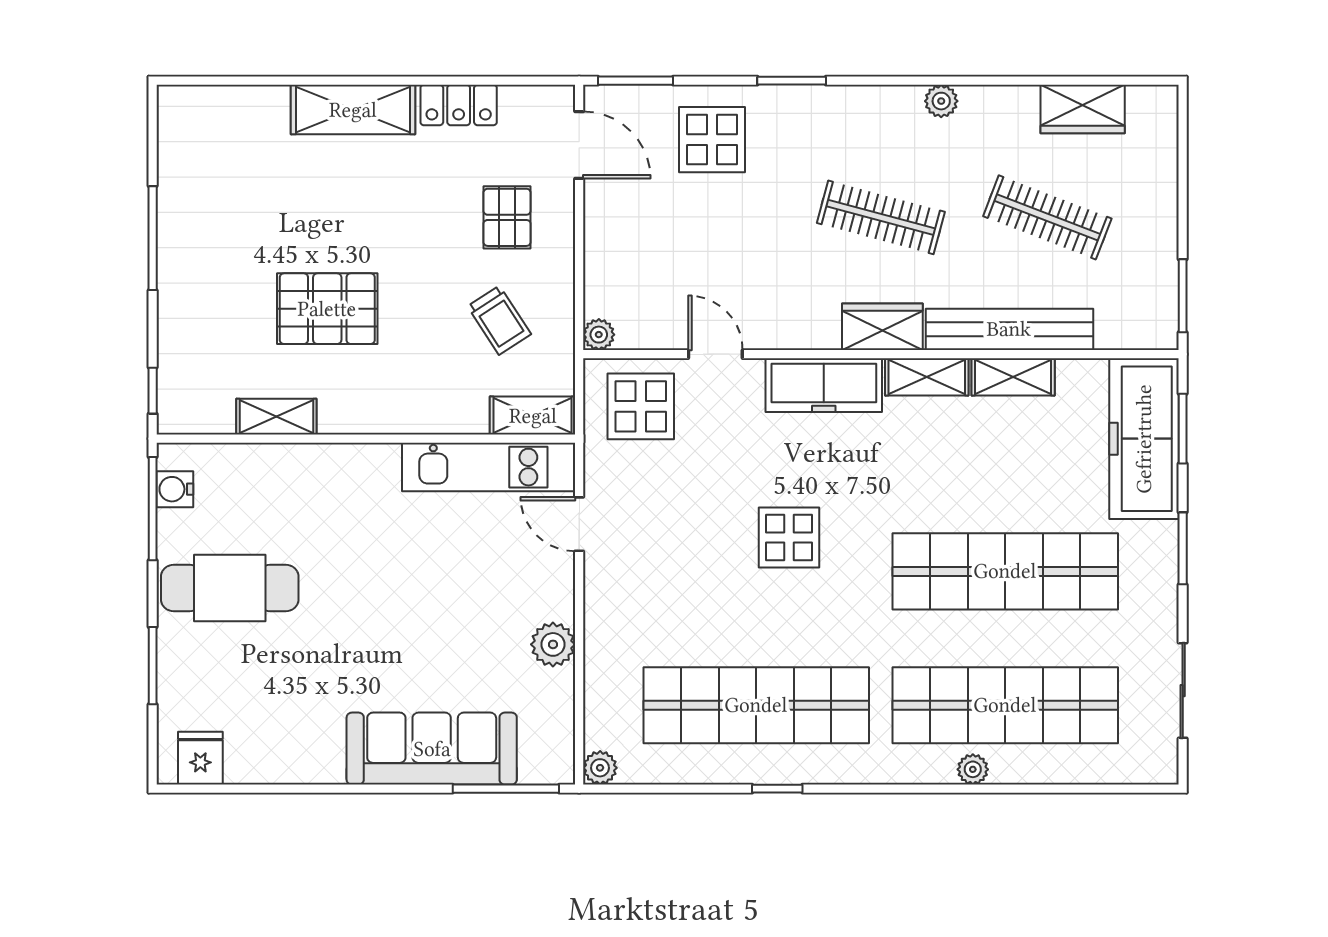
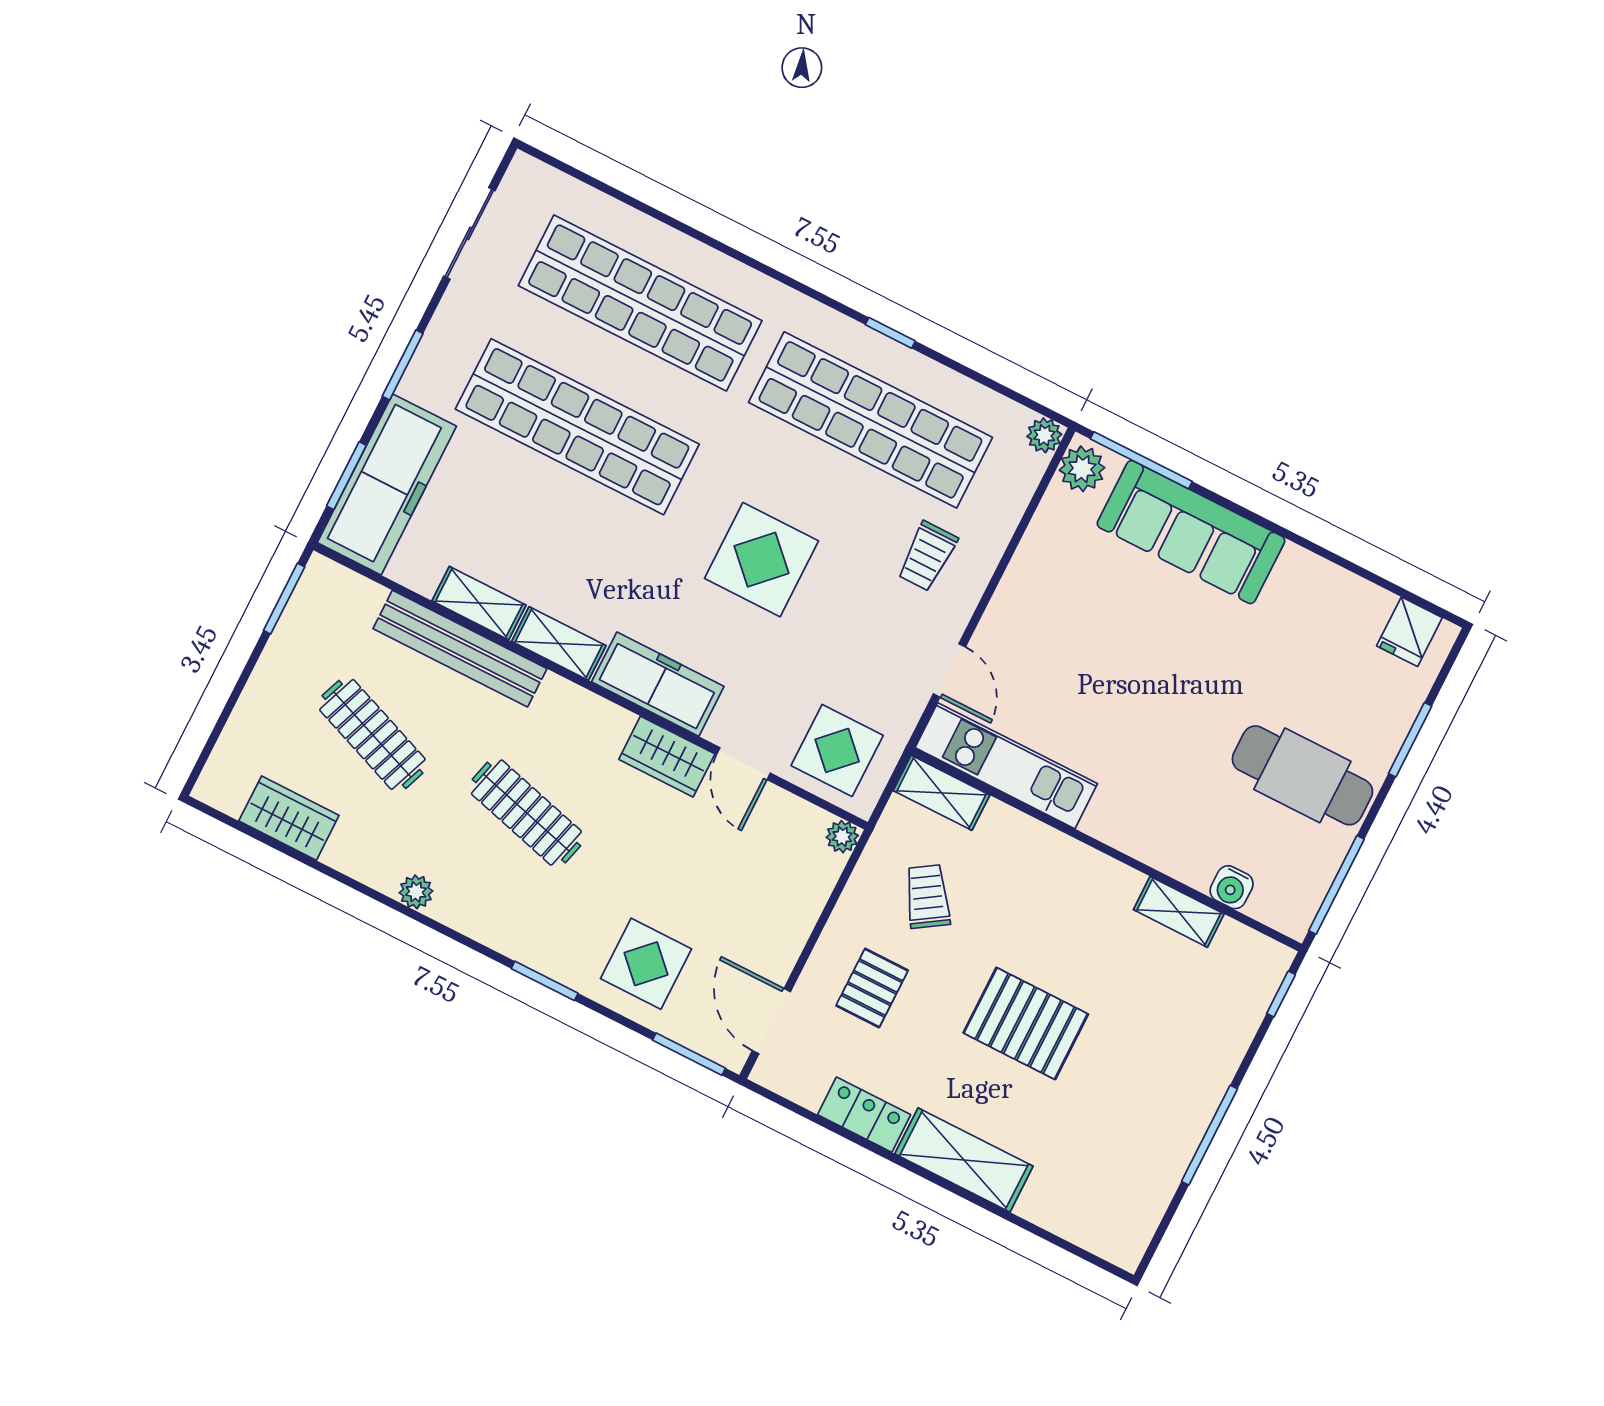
pallet: (327, 309) -> (1026, 1024), moved
wardrobe: (882, 327) -> (667, 757), moved
water cooler: (175, 489) -> (1232, 887), moved, turned 90
display table: (789, 538) -> (761, 560), width x1.36, depth x1.36
trolley: (648, 613) -> (927, 556), added
plant: (553, 644) -> (1082, 469), moved
plant: (973, 769) -> (700, 259), removed

